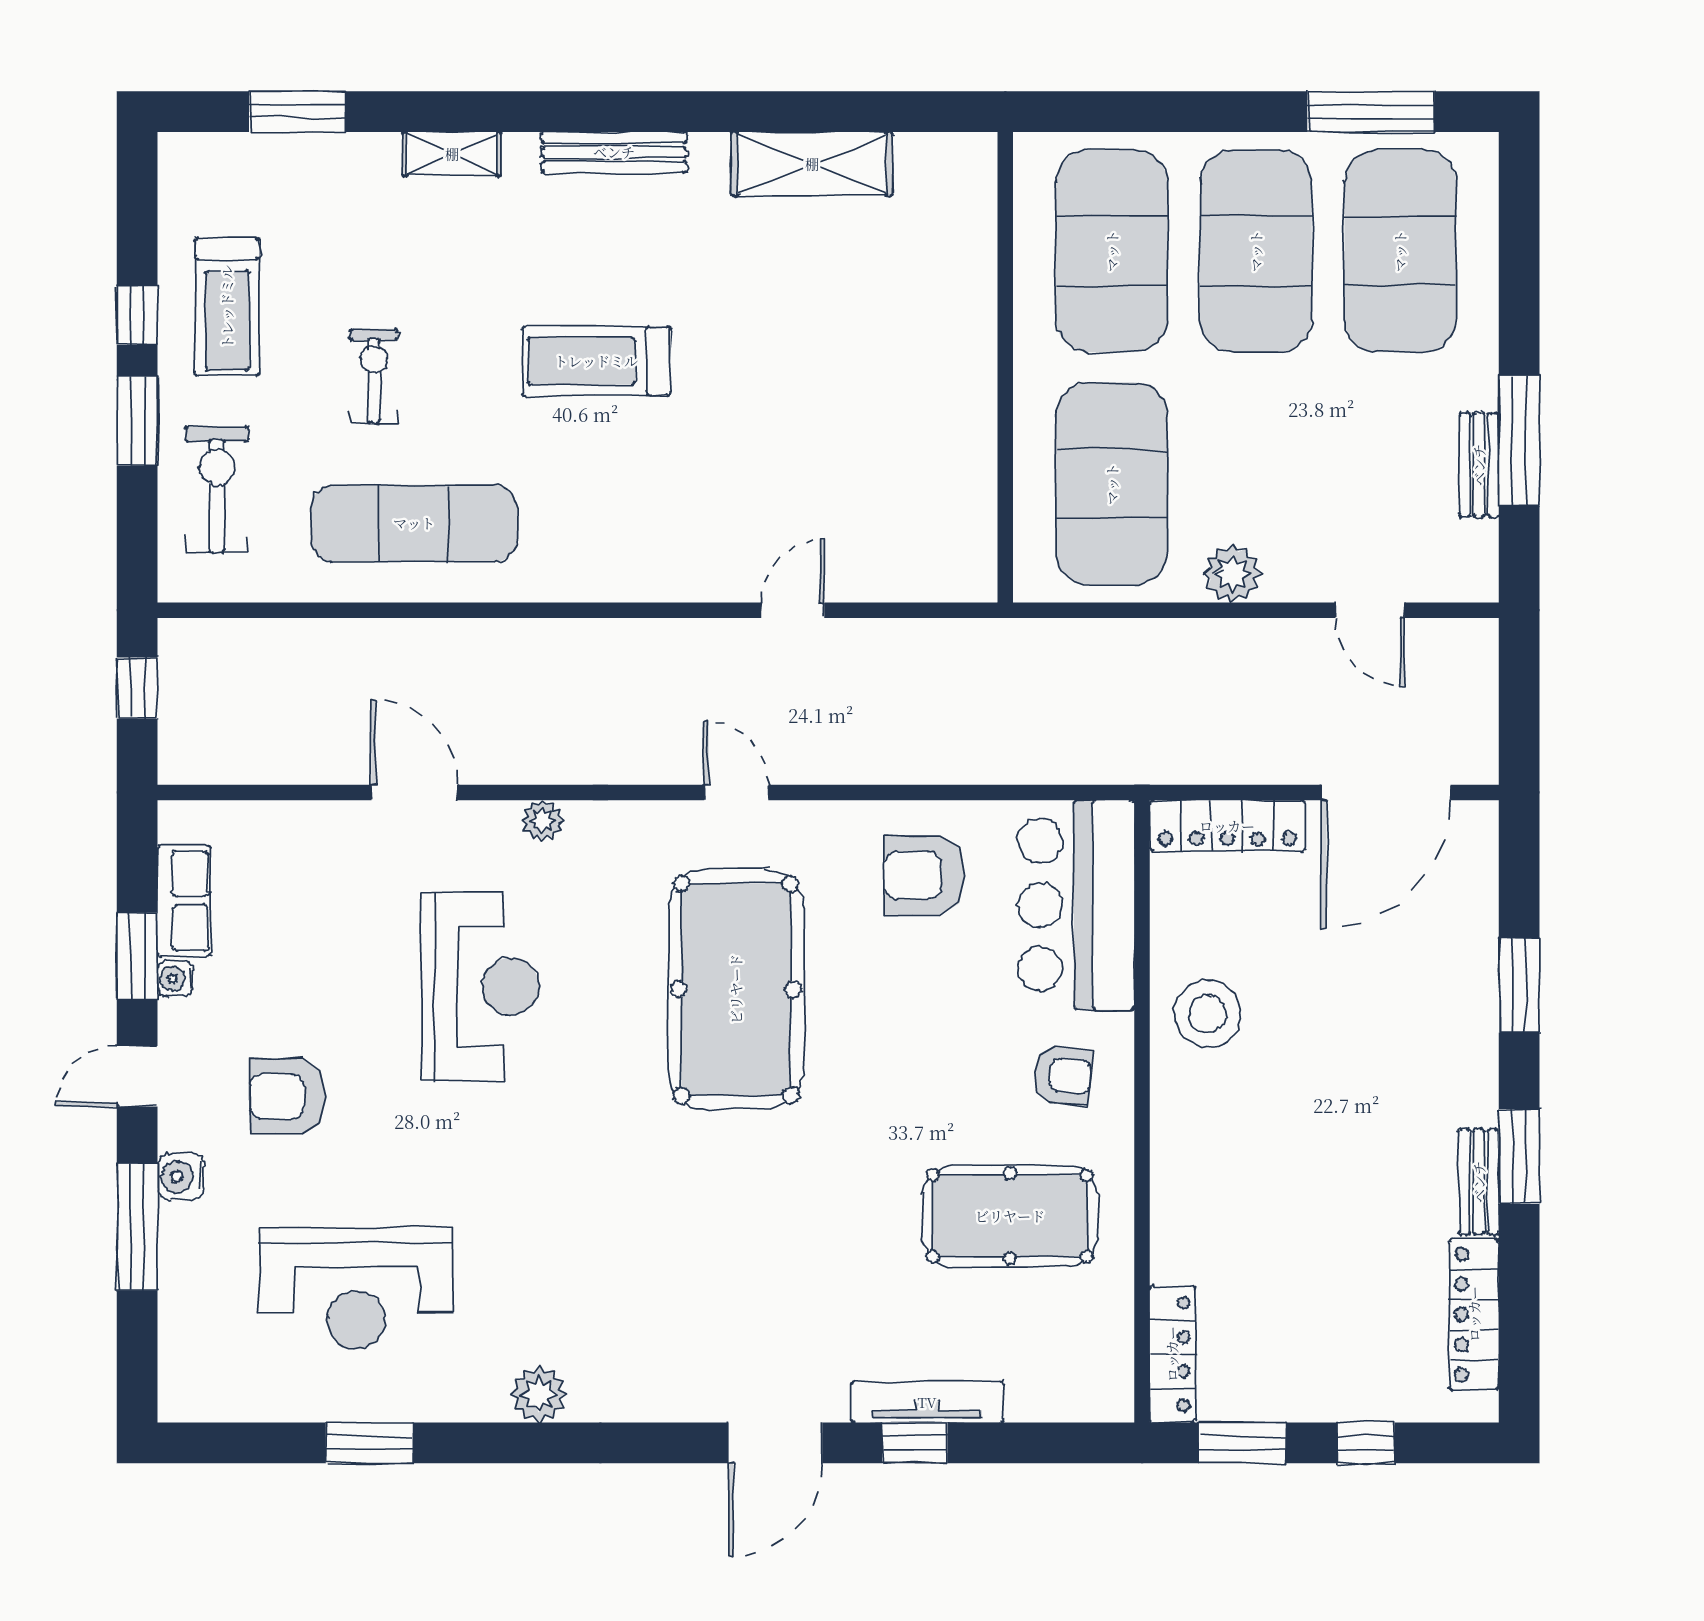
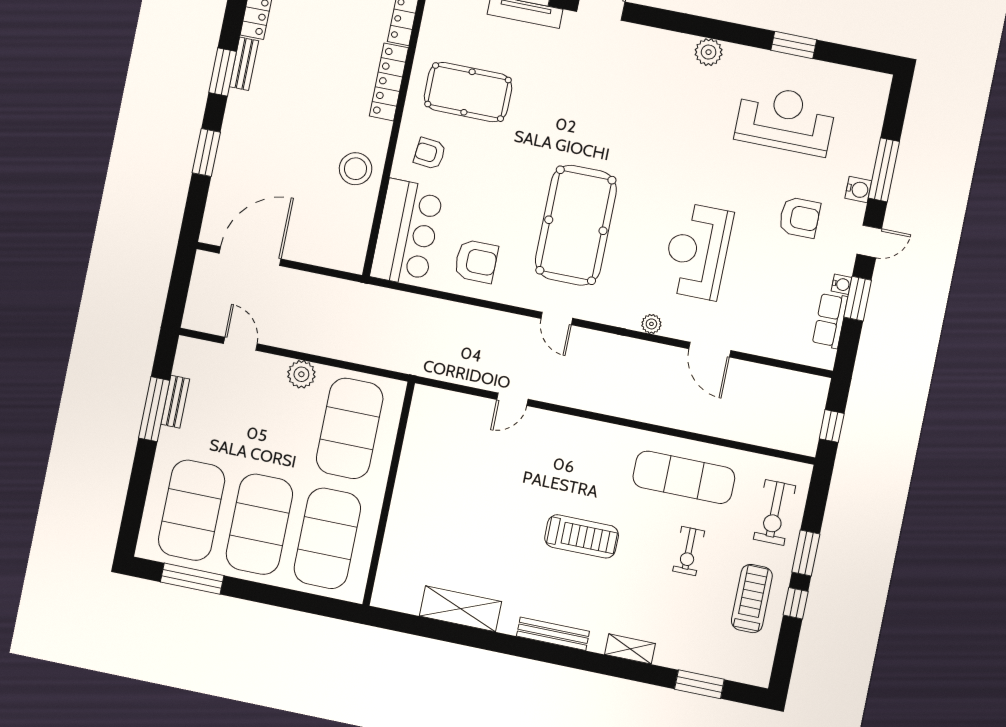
locker: (1227, 826) -> (389, 82), moved, turned -90

